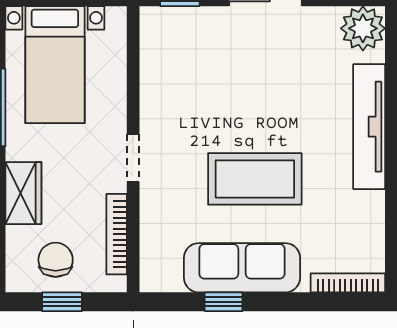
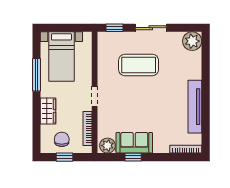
tv unit: (369, 127) -> (195, 107), moved
coffee table: (255, 179) -> (139, 65), moved
sofa: (242, 268) -> (134, 143), width x0.73
plant: (163, 274) -> (108, 146), added

